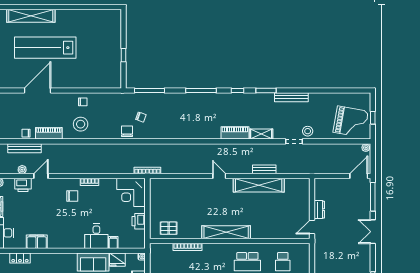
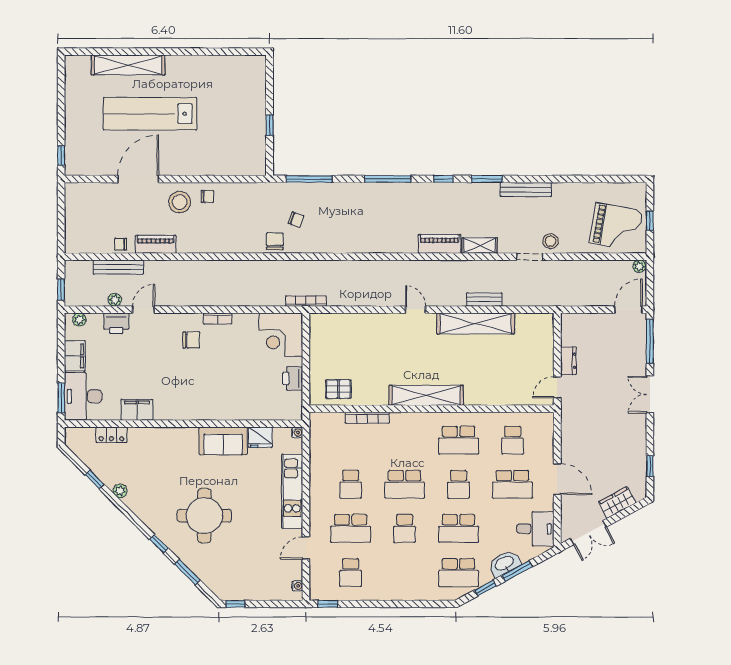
stool: (81, 124) -> (180, 202), moved
desk: (96, 236) -> (228, 402), removed
filing cabinet: (113, 242) -> (254, 411), removed

